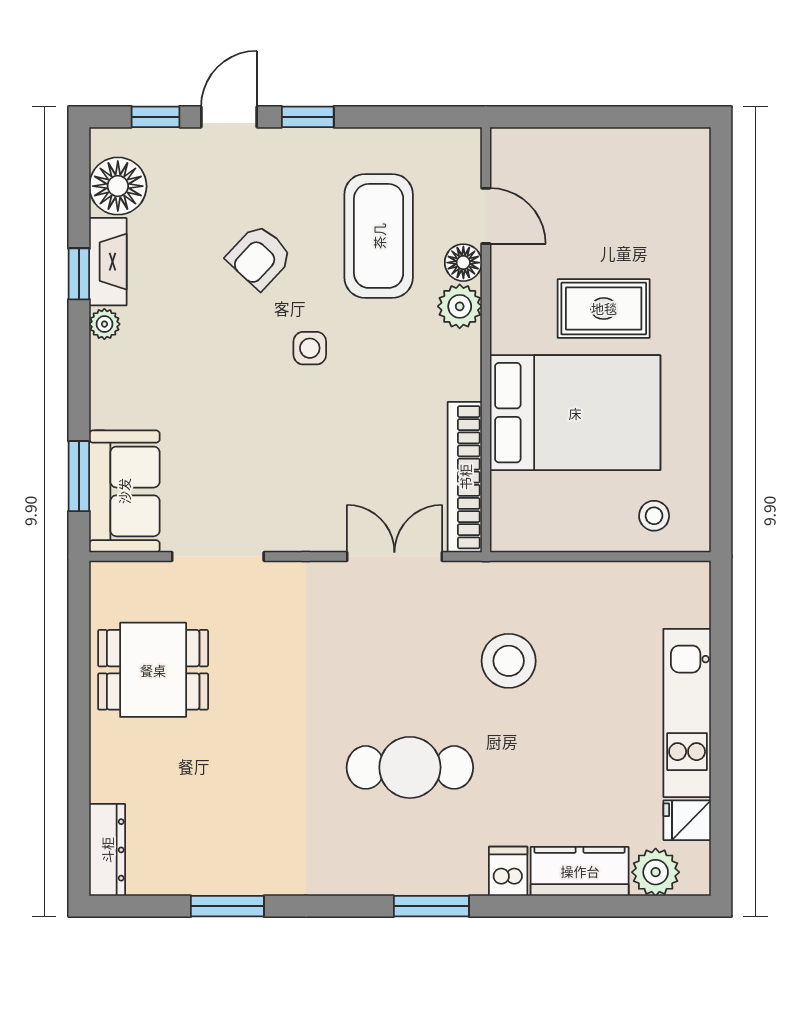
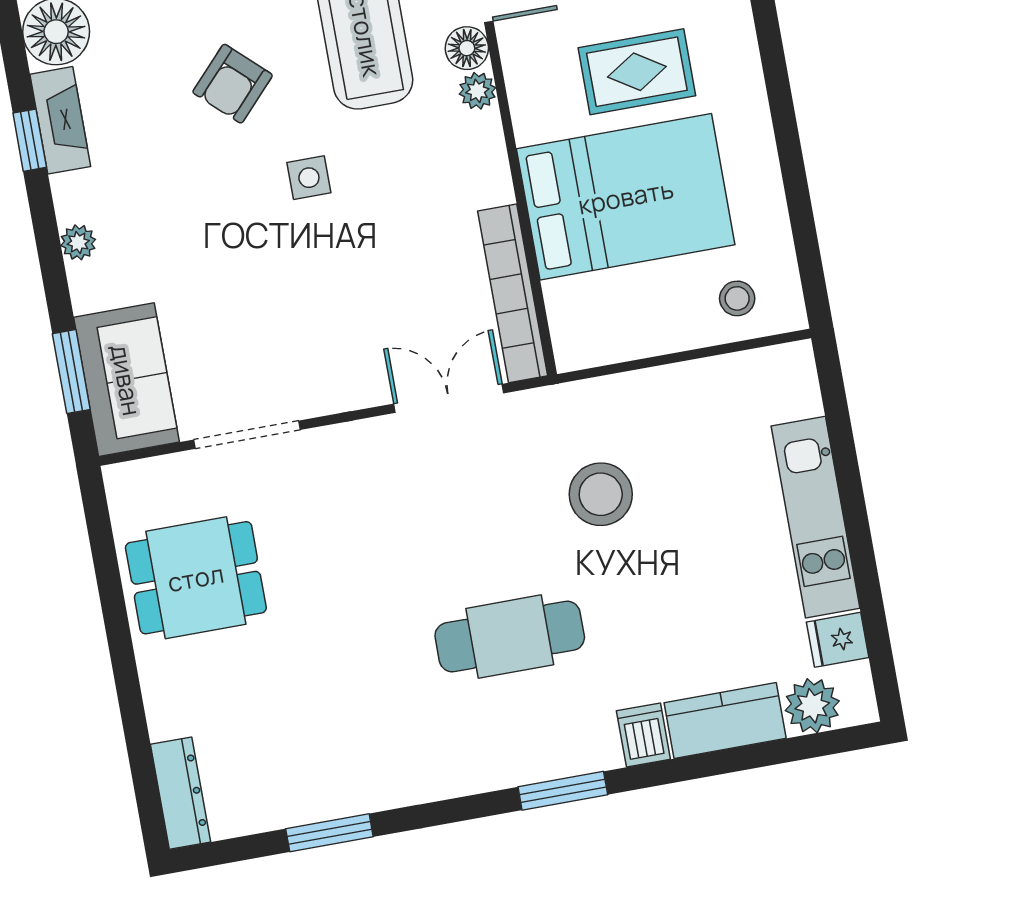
plant: (460, 306) -> (477, 91), width x0.73, depth x0.73
plant: (104, 324) -> (78, 242), moved

